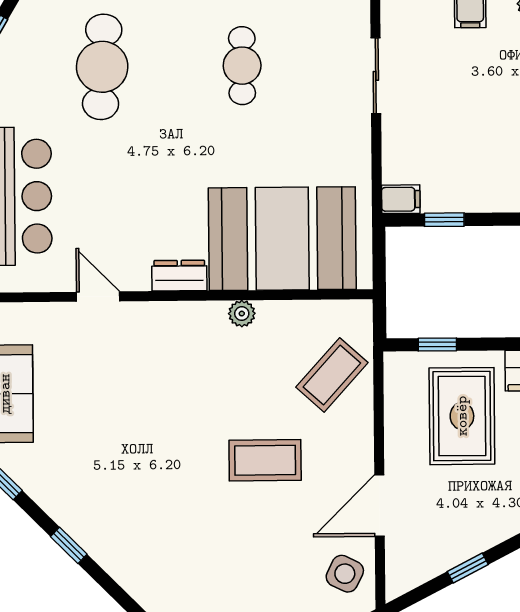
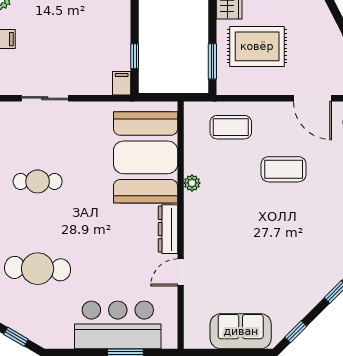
dresser: (179, 276) -> (168, 229), width x1.44
window: (437, 345) -> (212, 61), width x1.50
coffee table: (332, 375) -> (231, 127), turned -42
coffee table: (265, 460) -> (284, 169), turned 90

